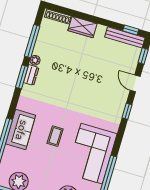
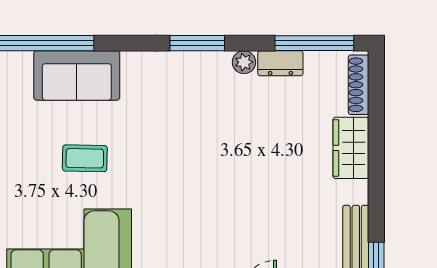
window: (32, 41) -> (314, 43), moved
dresser: (31, 75) -> (280, 63), moved

